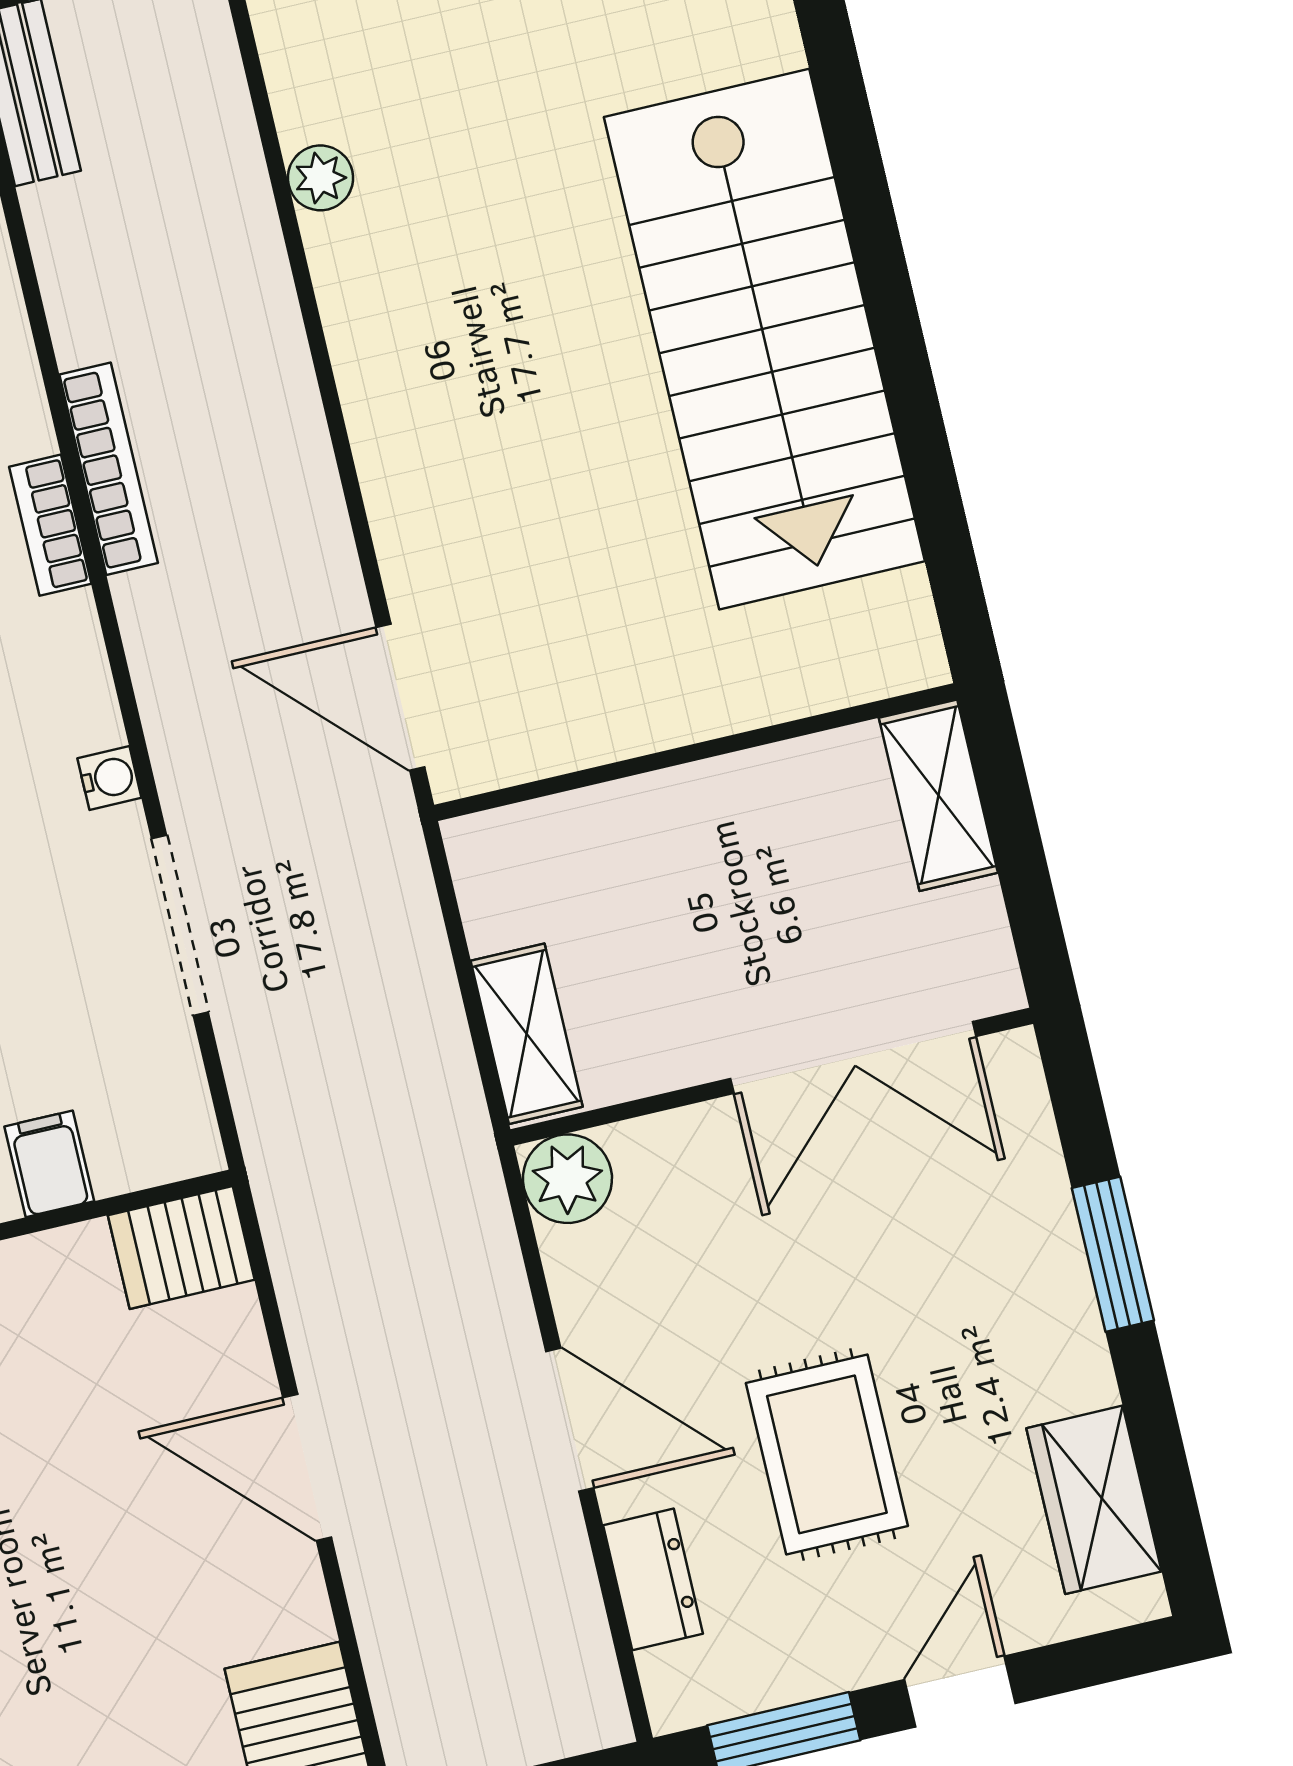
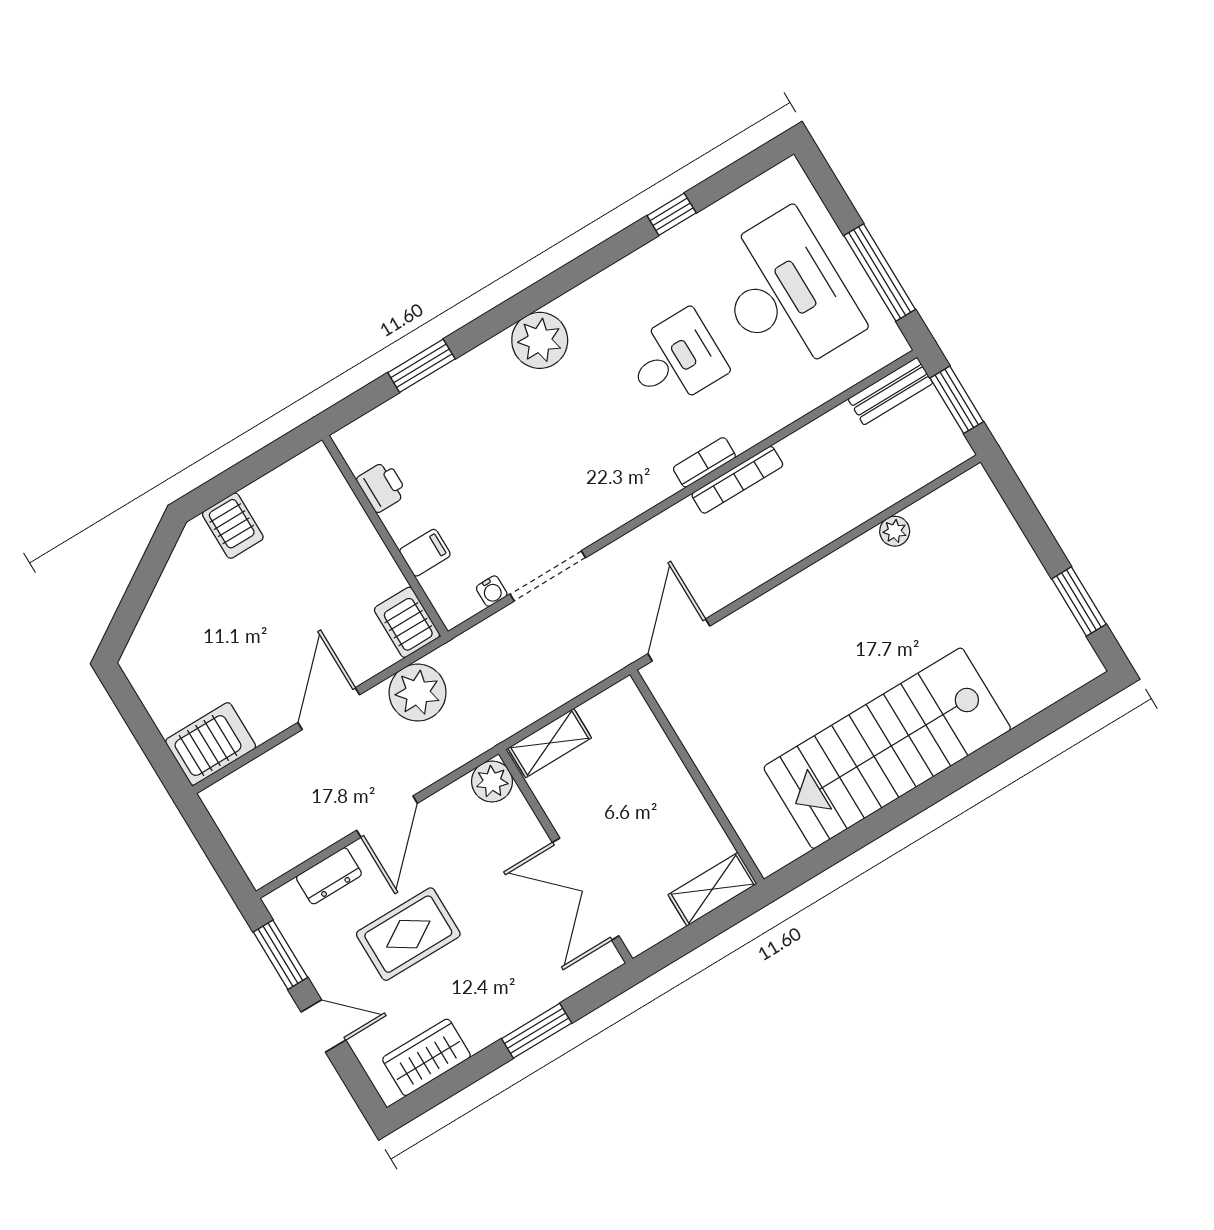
water cooler: (109, 778) -> (492, 591), moved
plant: (334, 1273) -> (418, 693), added

